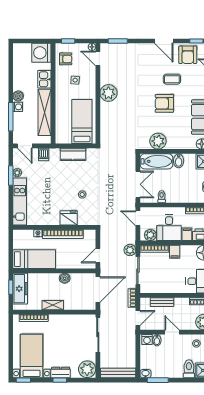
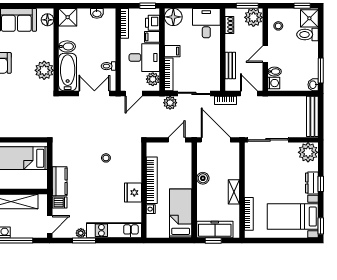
kitchen counter: (73, 154) -> (60, 181), moved
fridge: (69, 218) -> (133, 193), moved
door: (98, 256) -> (177, 140), swing flipped

